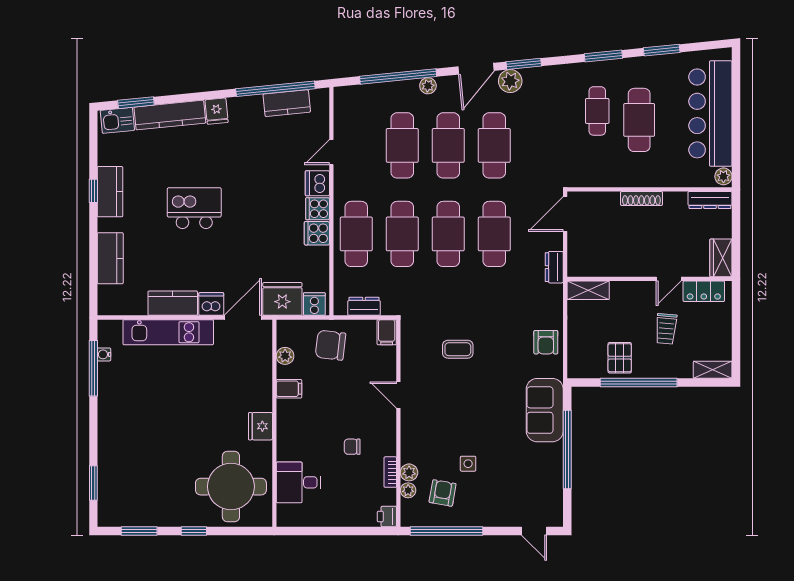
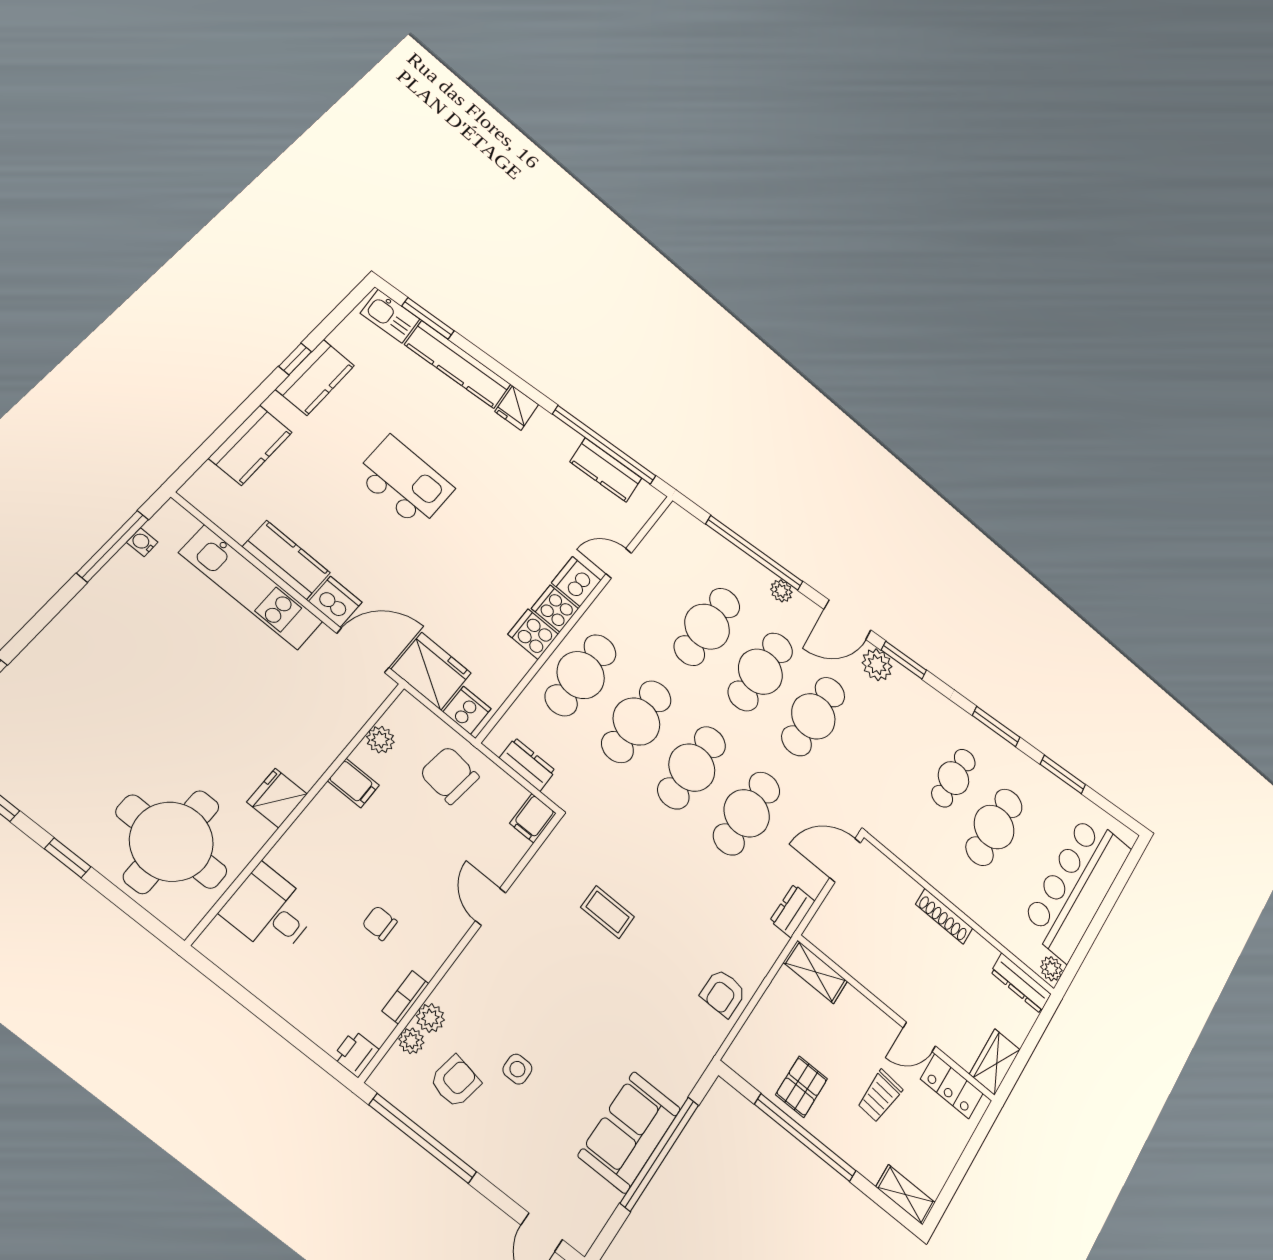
sofa: (545, 410) -> (630, 1132), moved

